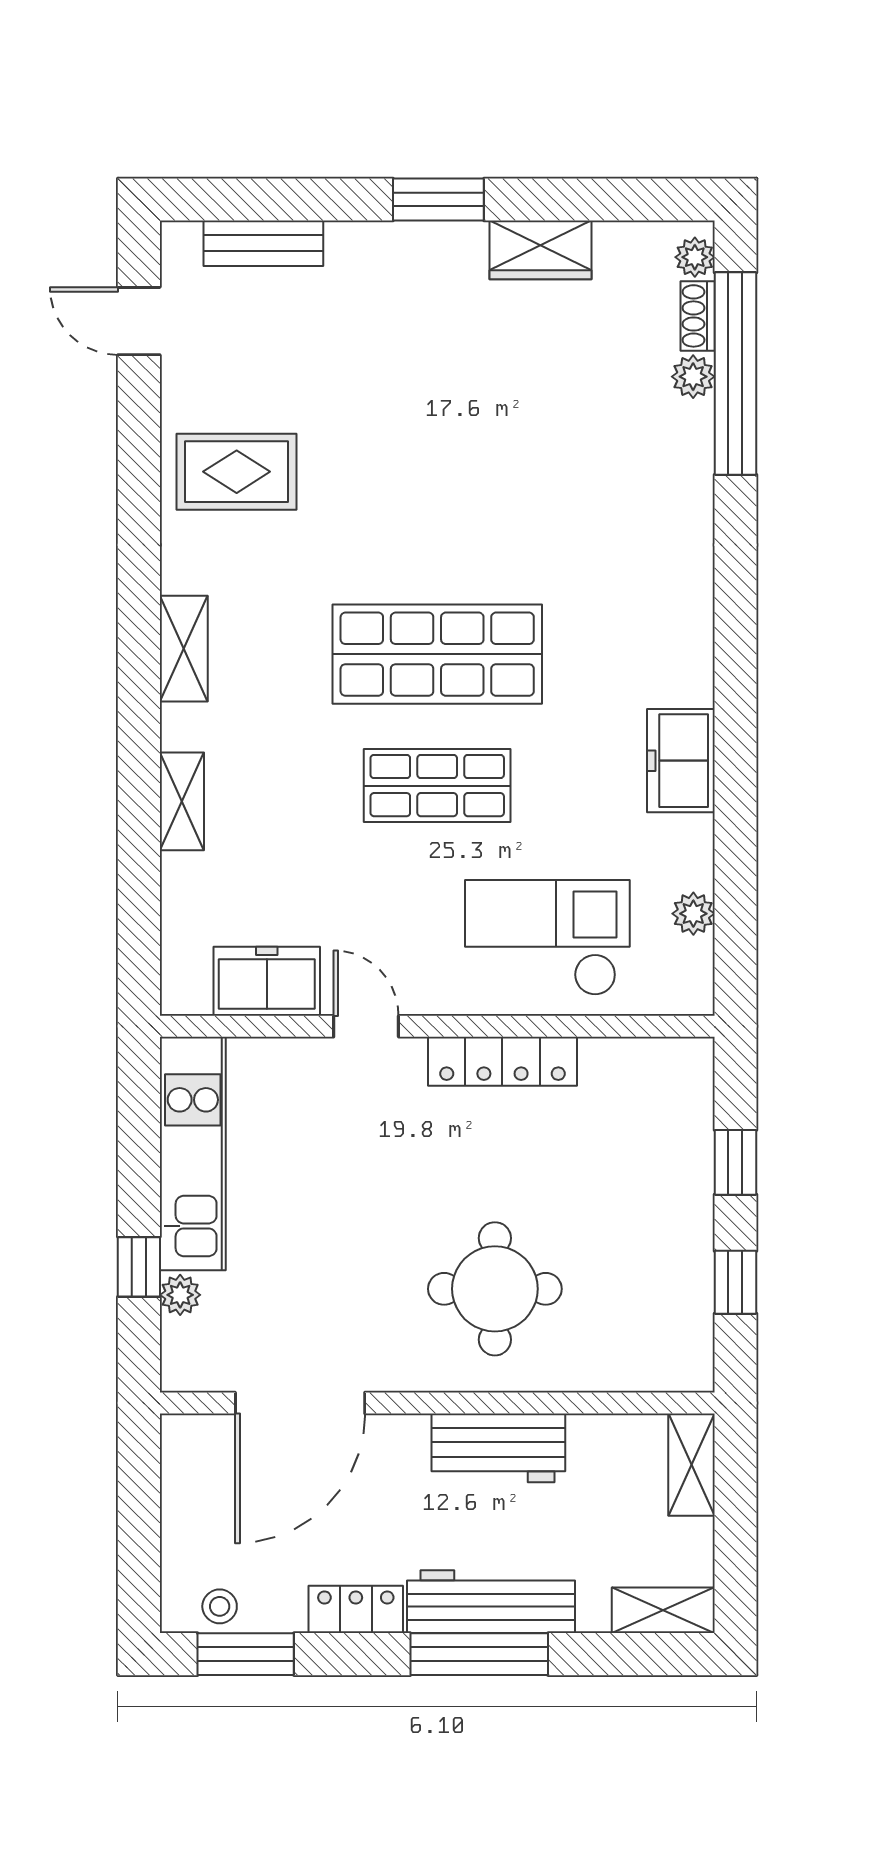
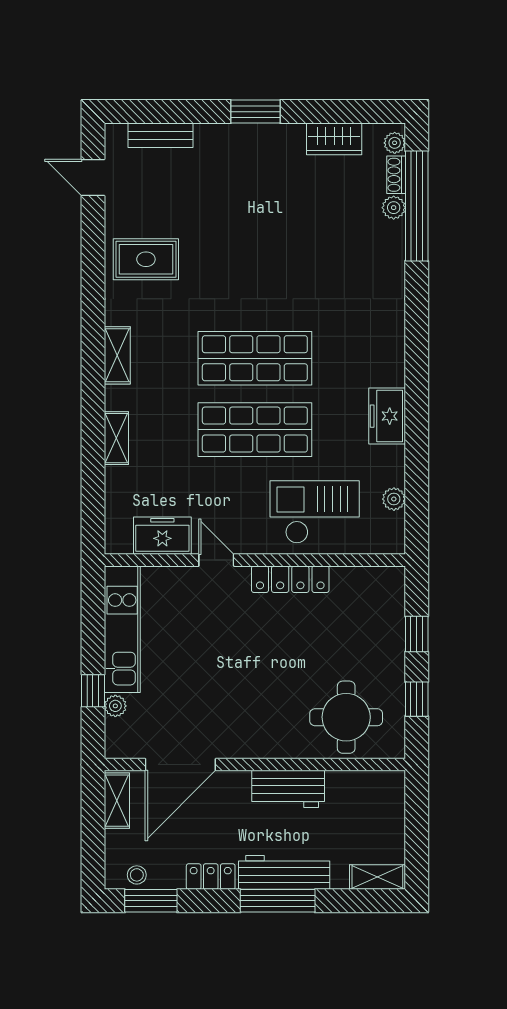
wardrobe: (541, 250) -> (334, 139), moved
shop shelf: (437, 786) -> (255, 430), width x1.43, depth x1.36
round table: (495, 1289) -> (346, 717), moved
shelving: (691, 1465) -> (117, 801), moved

